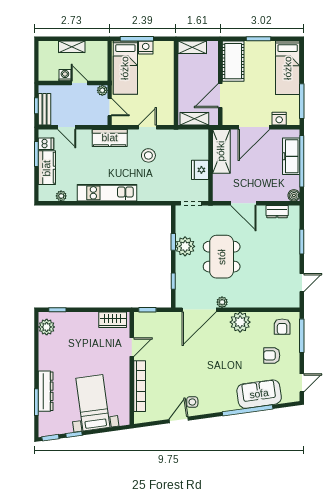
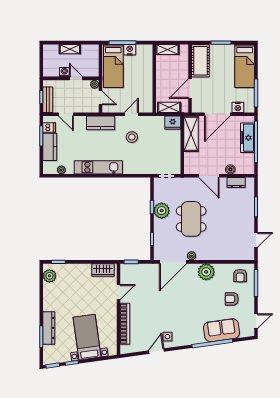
fridge: (200, 170) -> (173, 123), moved, turned -90
boiler: (294, 195) -> (230, 169), moved

